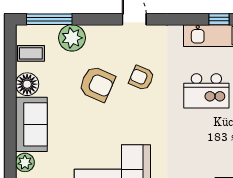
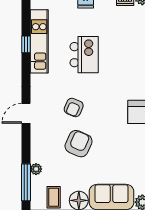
plant: (72, 38) -> (36, 169), width x0.53, depth x0.53

